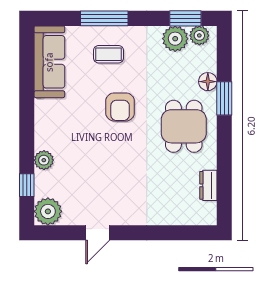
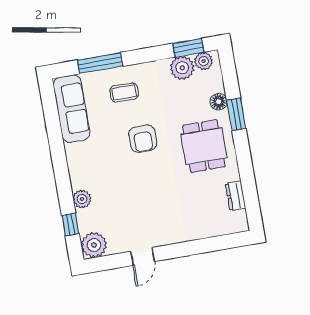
window: (104, 18) -> (100, 63), moved

